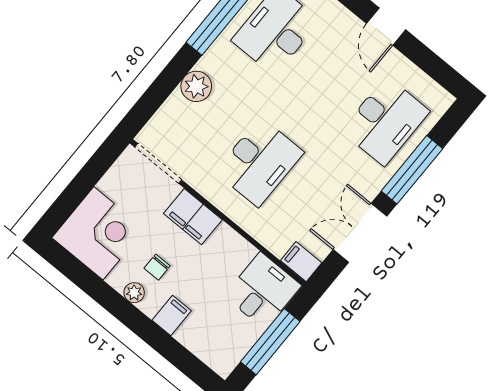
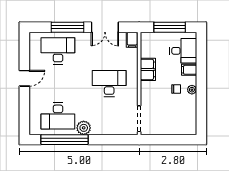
plant: (196, 86) -> (84, 128), moved
filing cabinet: (193, 217) -> (148, 69), moved
corner desk: (98, 233) -> (181, 120), removed
desk: (263, 291) -> (183, 51), moved, turned 180

